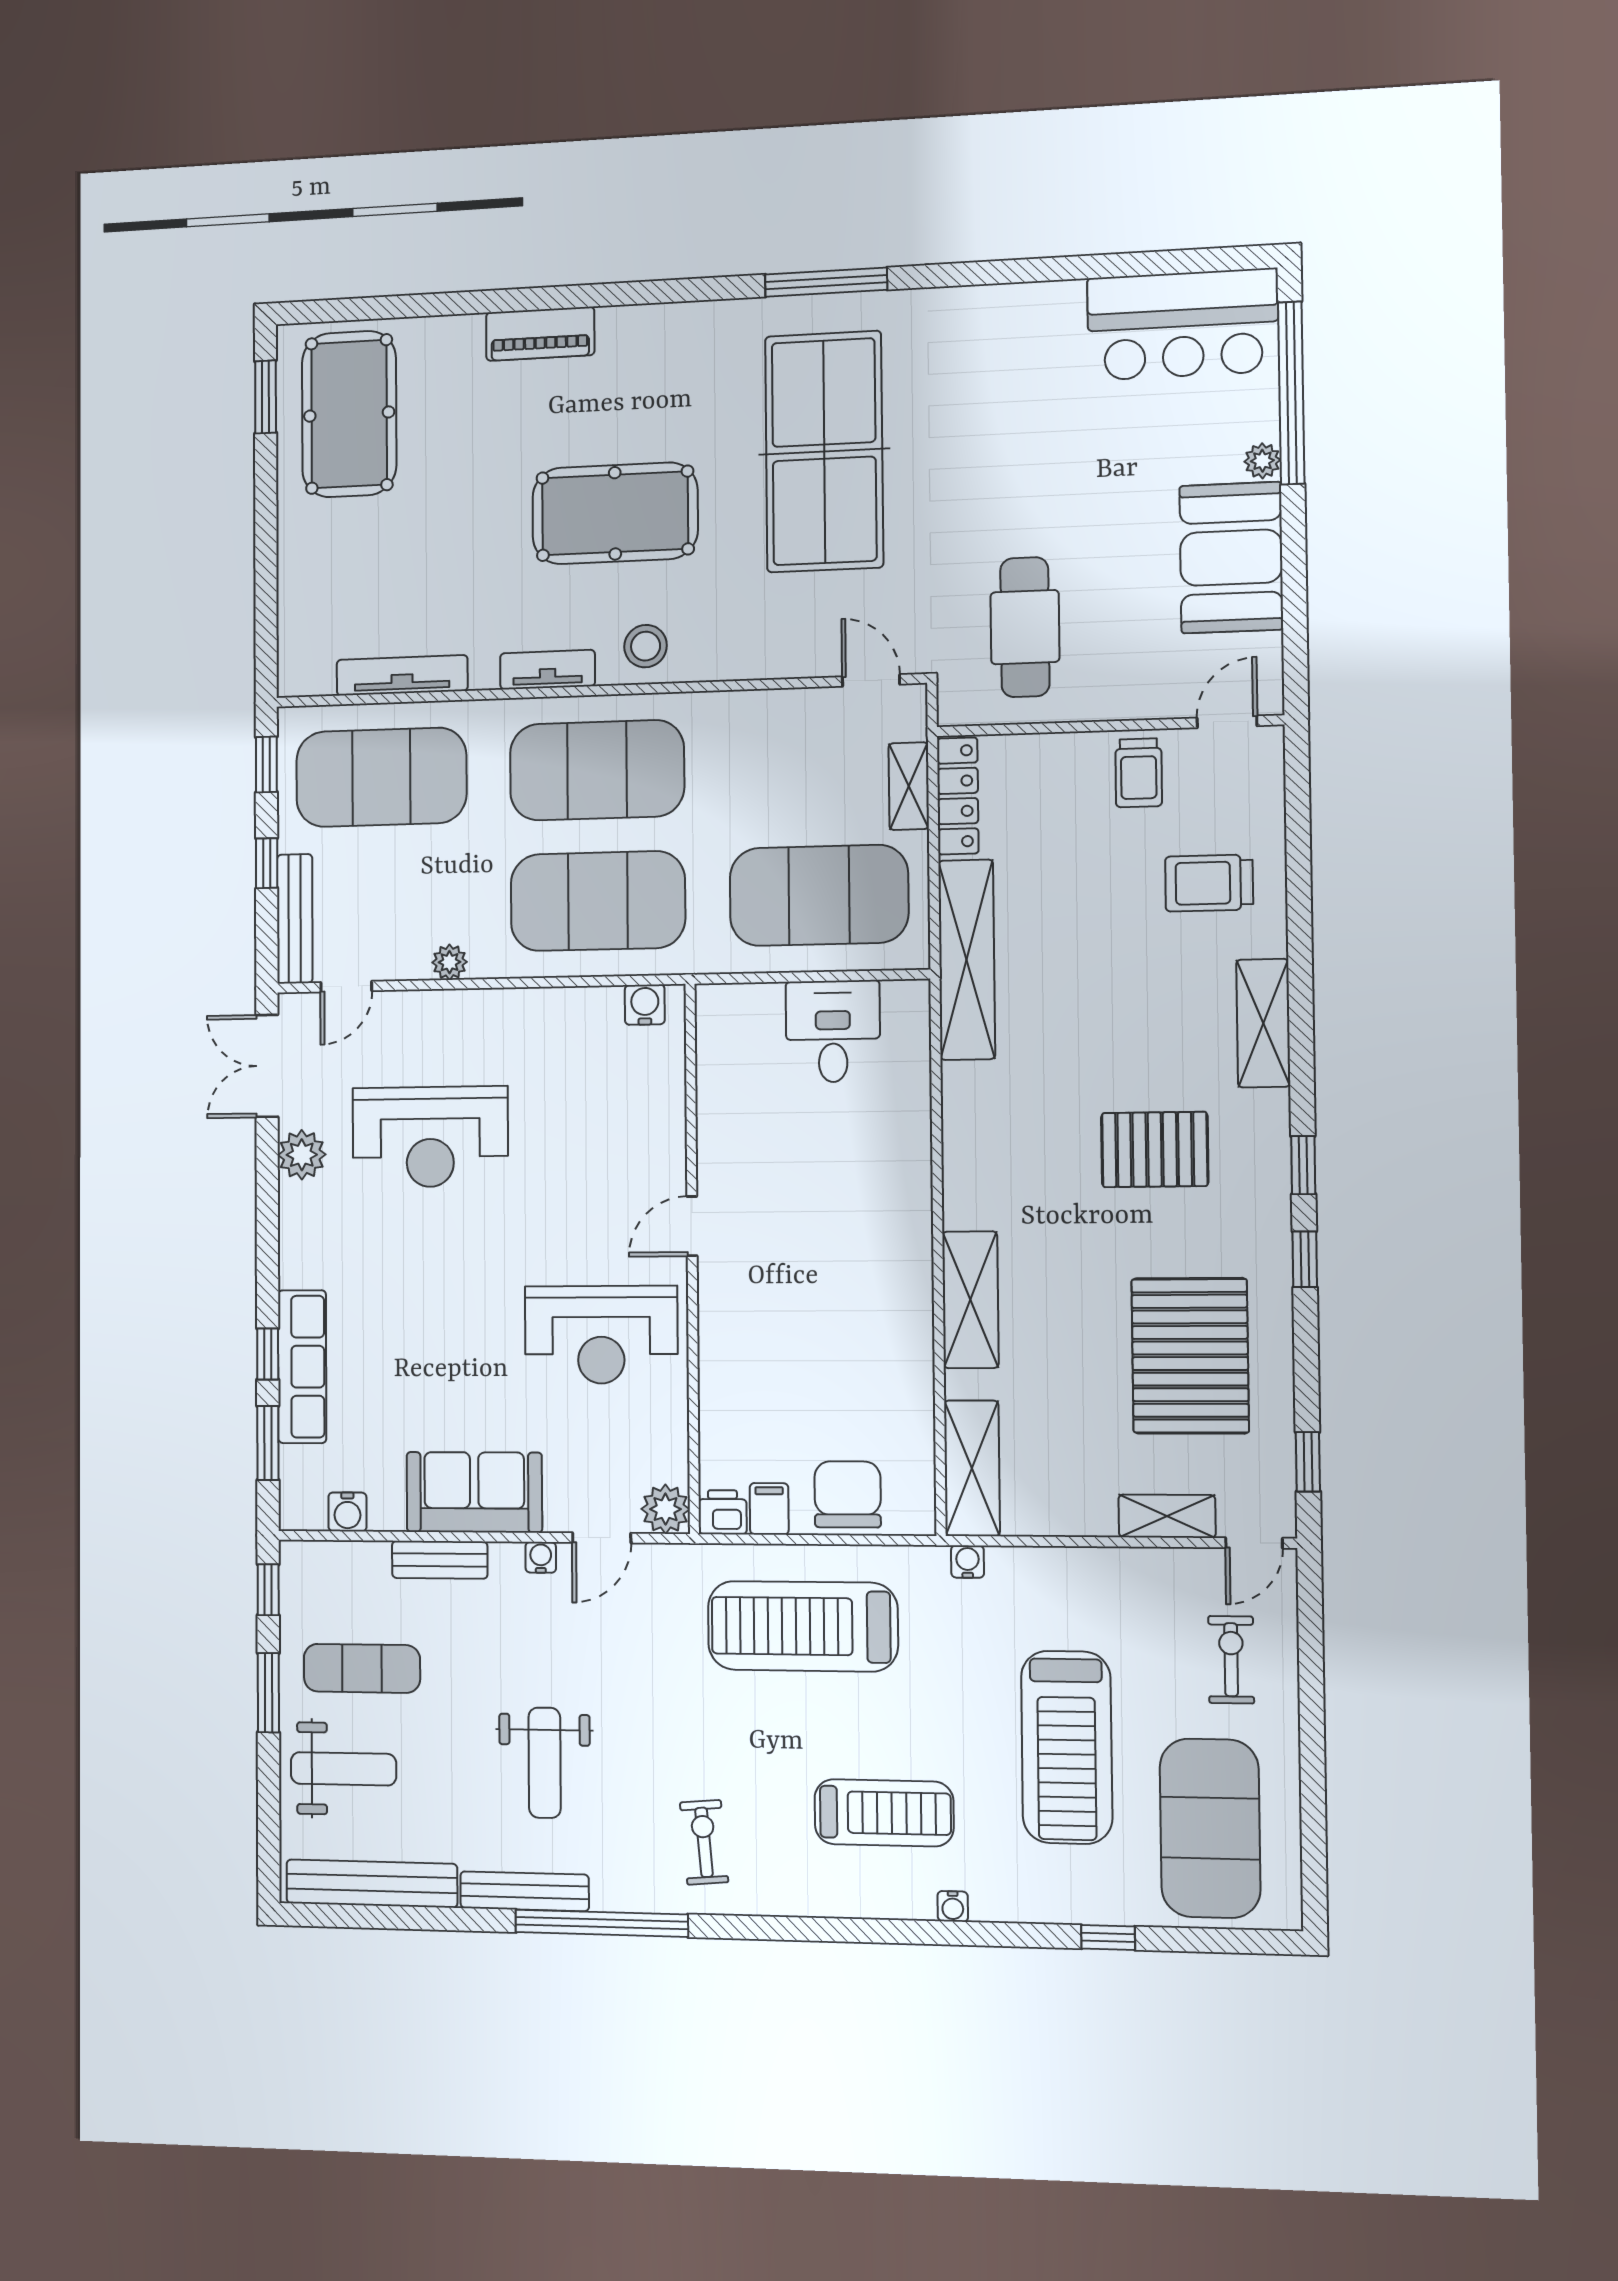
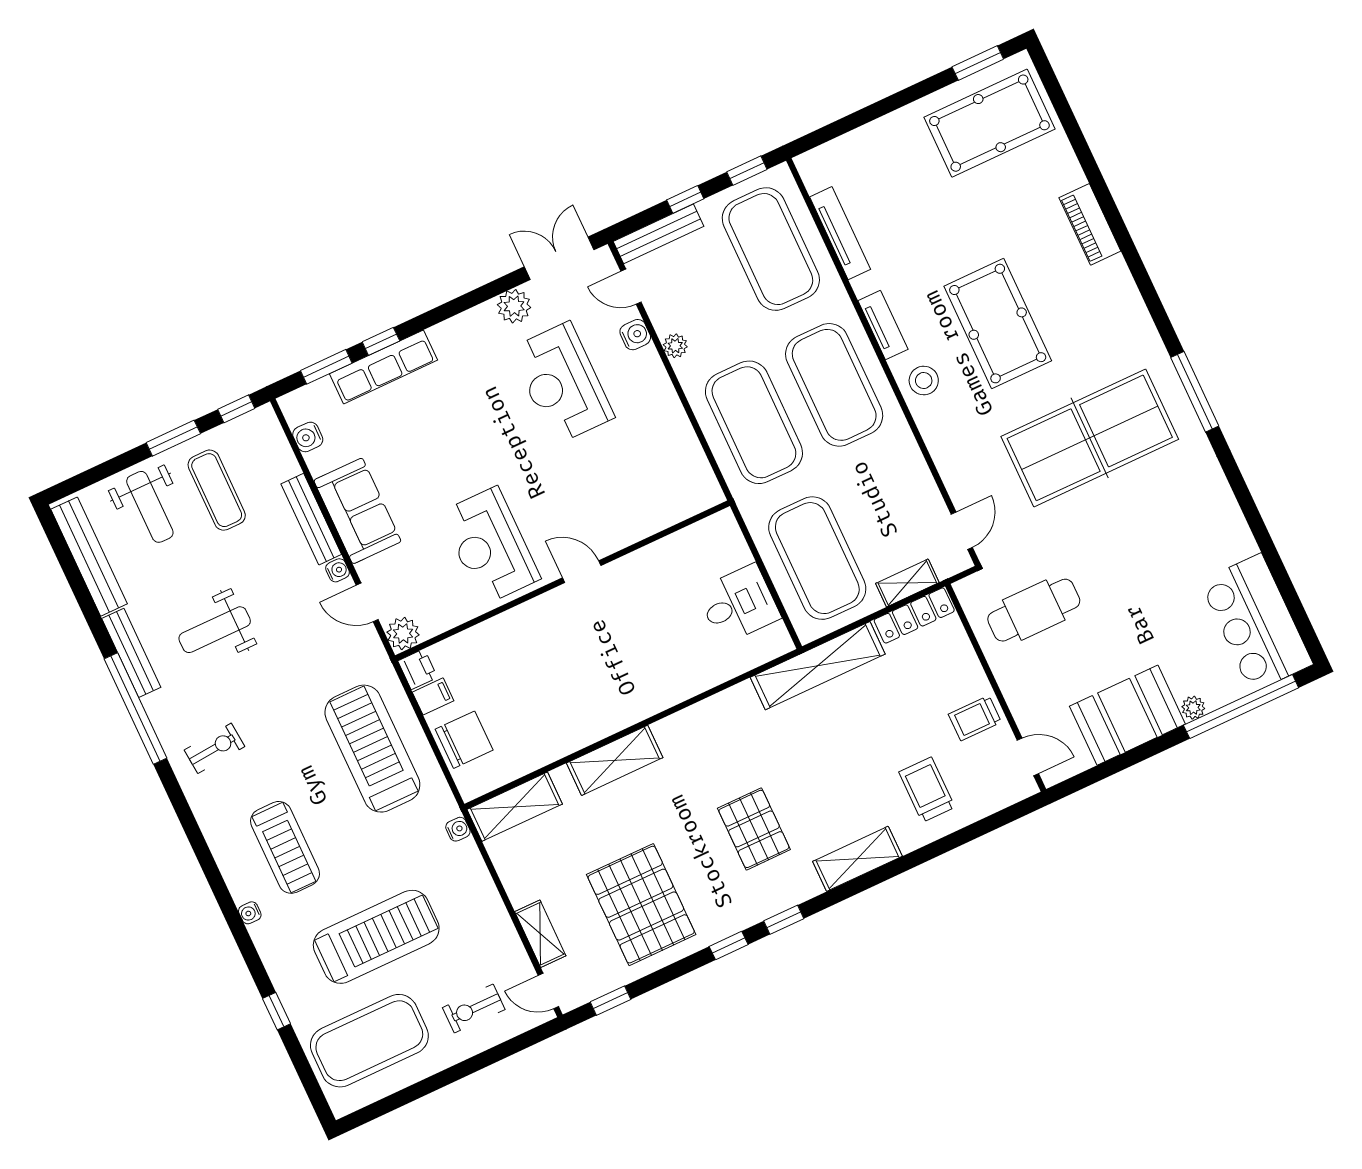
water cooler: (645, 1005) -> (635, 335), moved
pallet: (1190, 1356) -> (641, 905), turned 90
bench: (440, 1560) -> (311, 519), width x1.36
exercise bike: (1231, 1660) -> (474, 1009), turned 180
treadmill: (1067, 1747) -> (376, 937), turned 180

